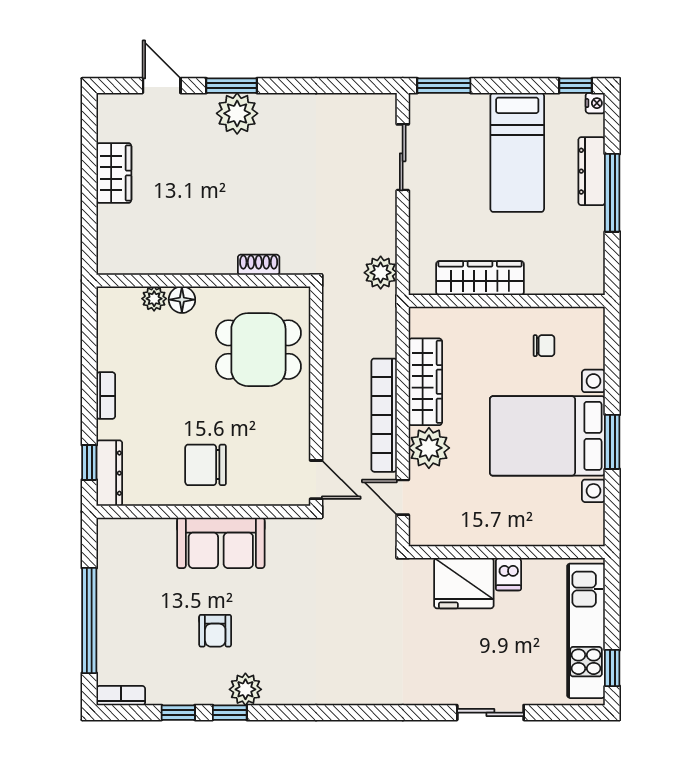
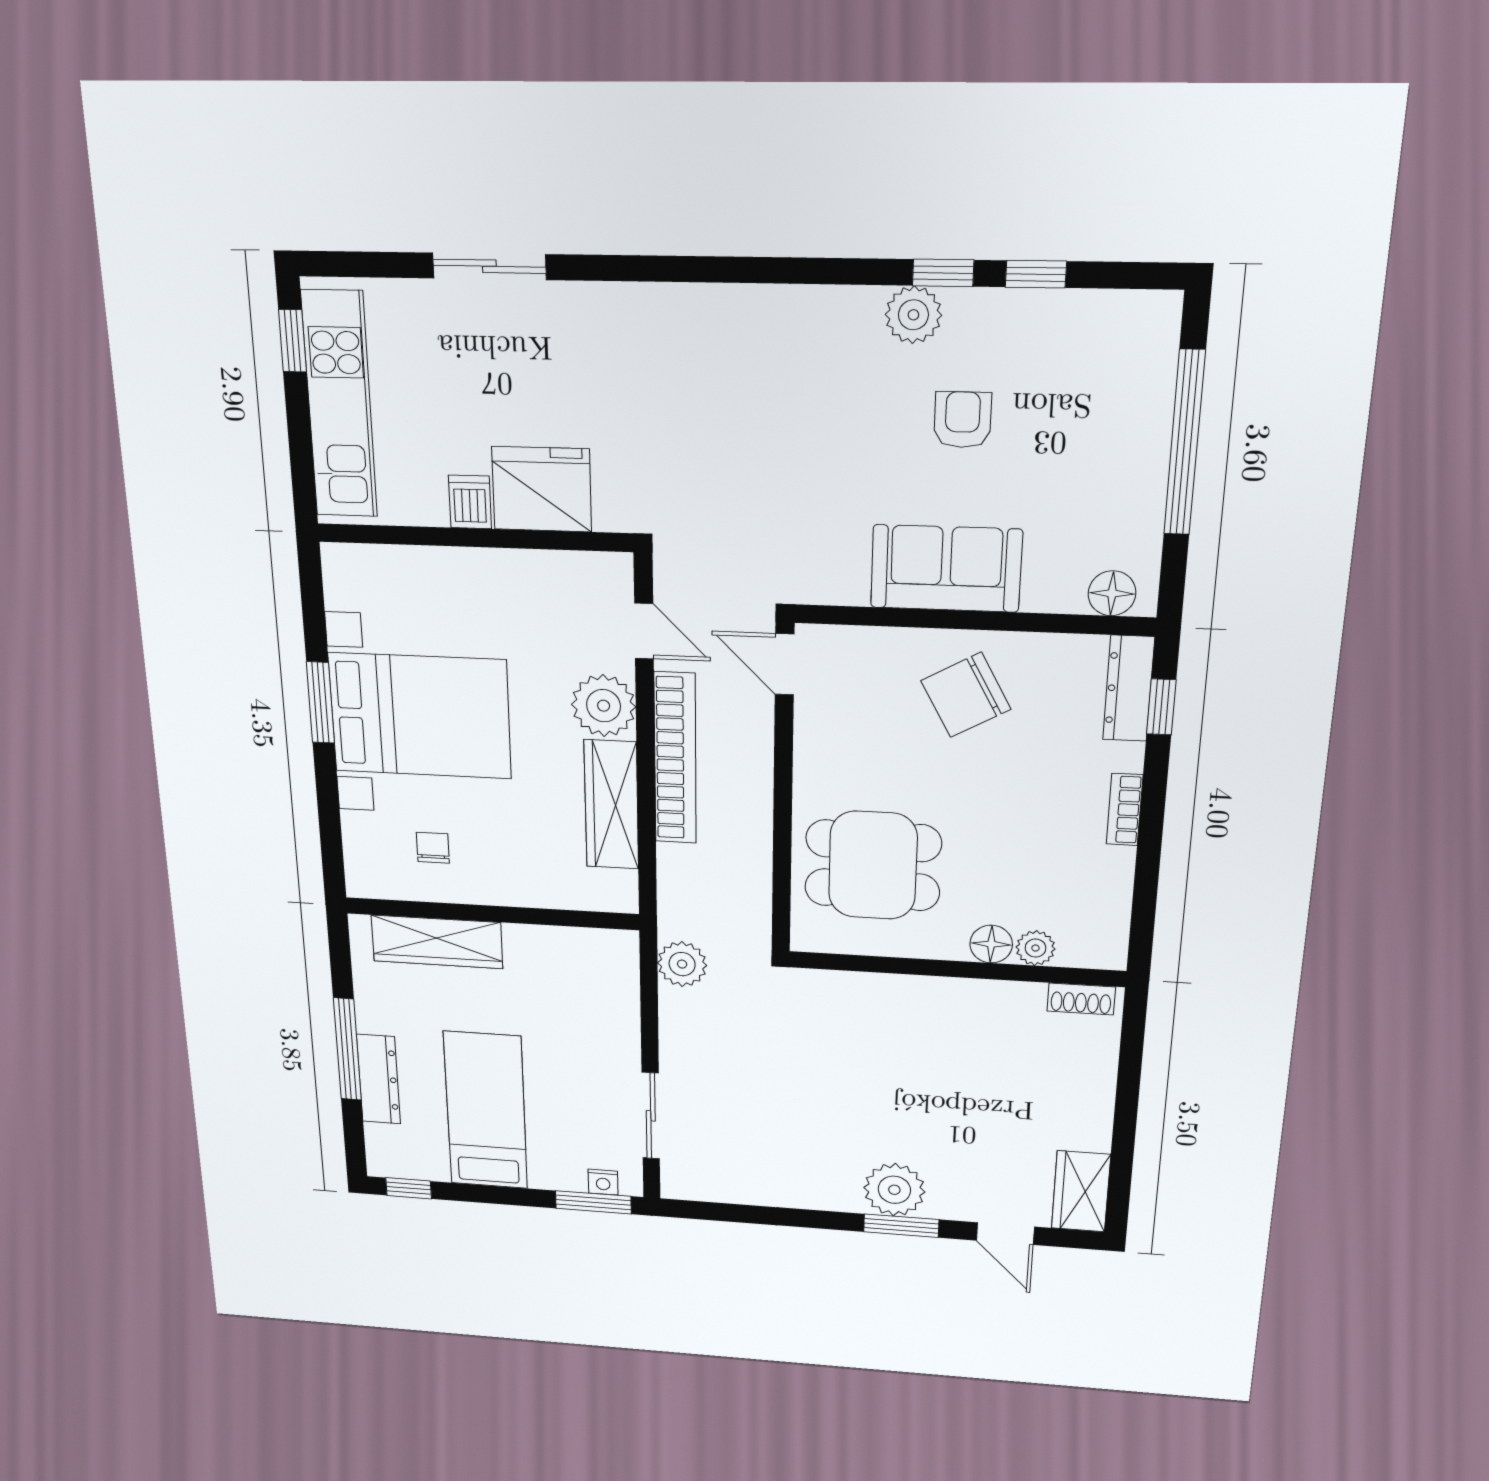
nightstand: (595, 103) -> (603, 1182), moved, turned -90
wardrobe: (114, 173) -> (1081, 1191), moved
shoe rack: (259, 265) -> (1081, 999), moved
wardrobe: (480, 278) -> (437, 942), moved
chair: (544, 346) -> (433, 848), turned 90
chair: (206, 465) -> (966, 695), turned 151
floor lamp: (123, 531) -> (1112, 593), added
bookcase: (121, 696) -> (1138, 307), removed

